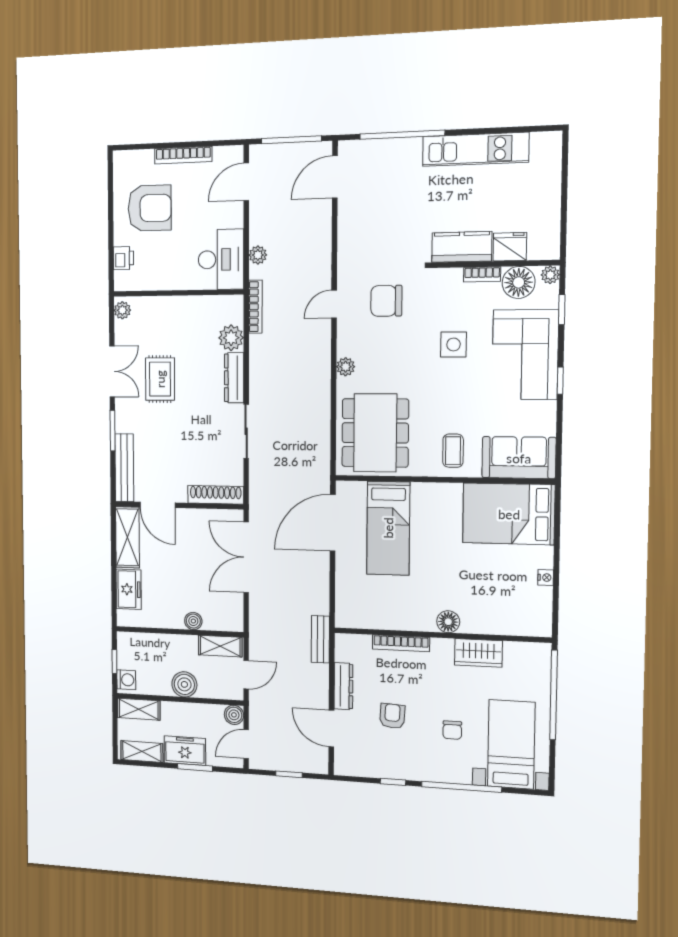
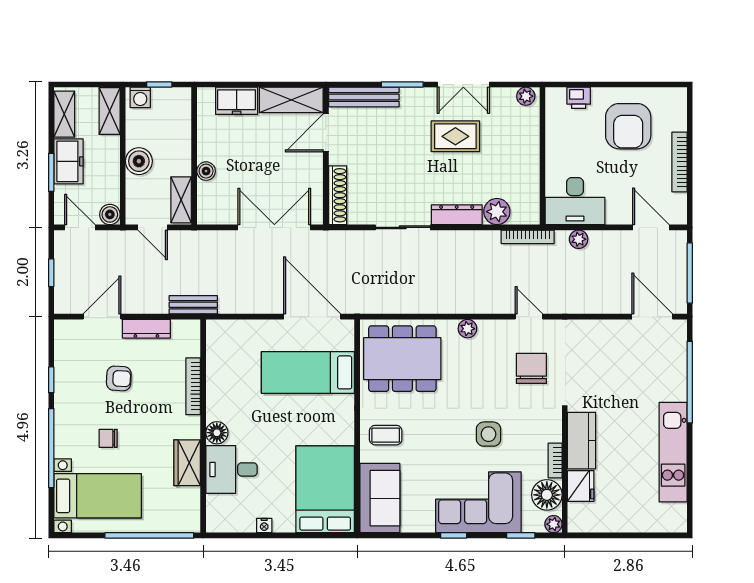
desk: (486, 609) -> (231, 469), added

